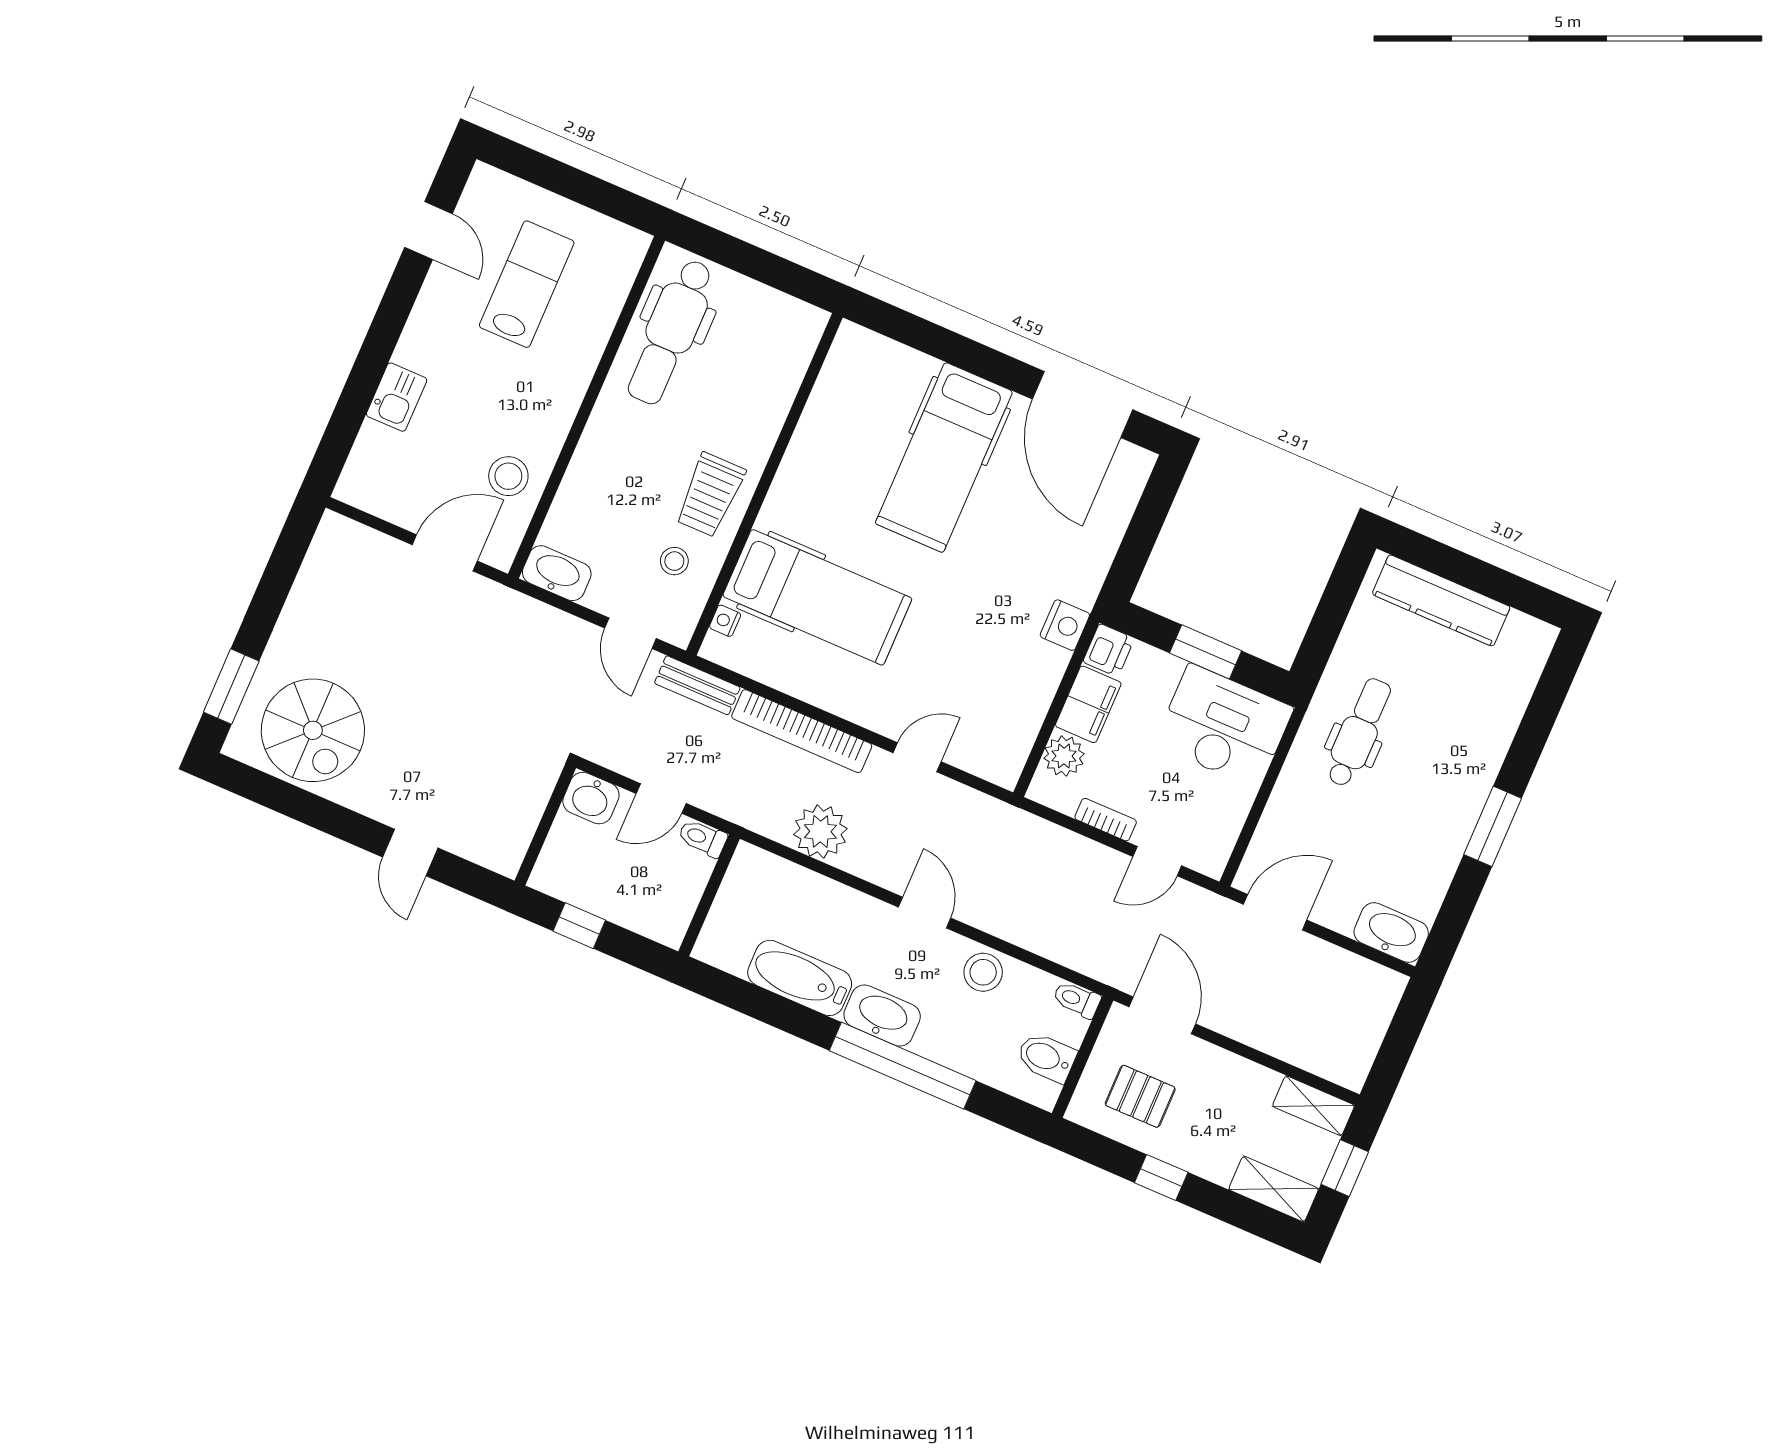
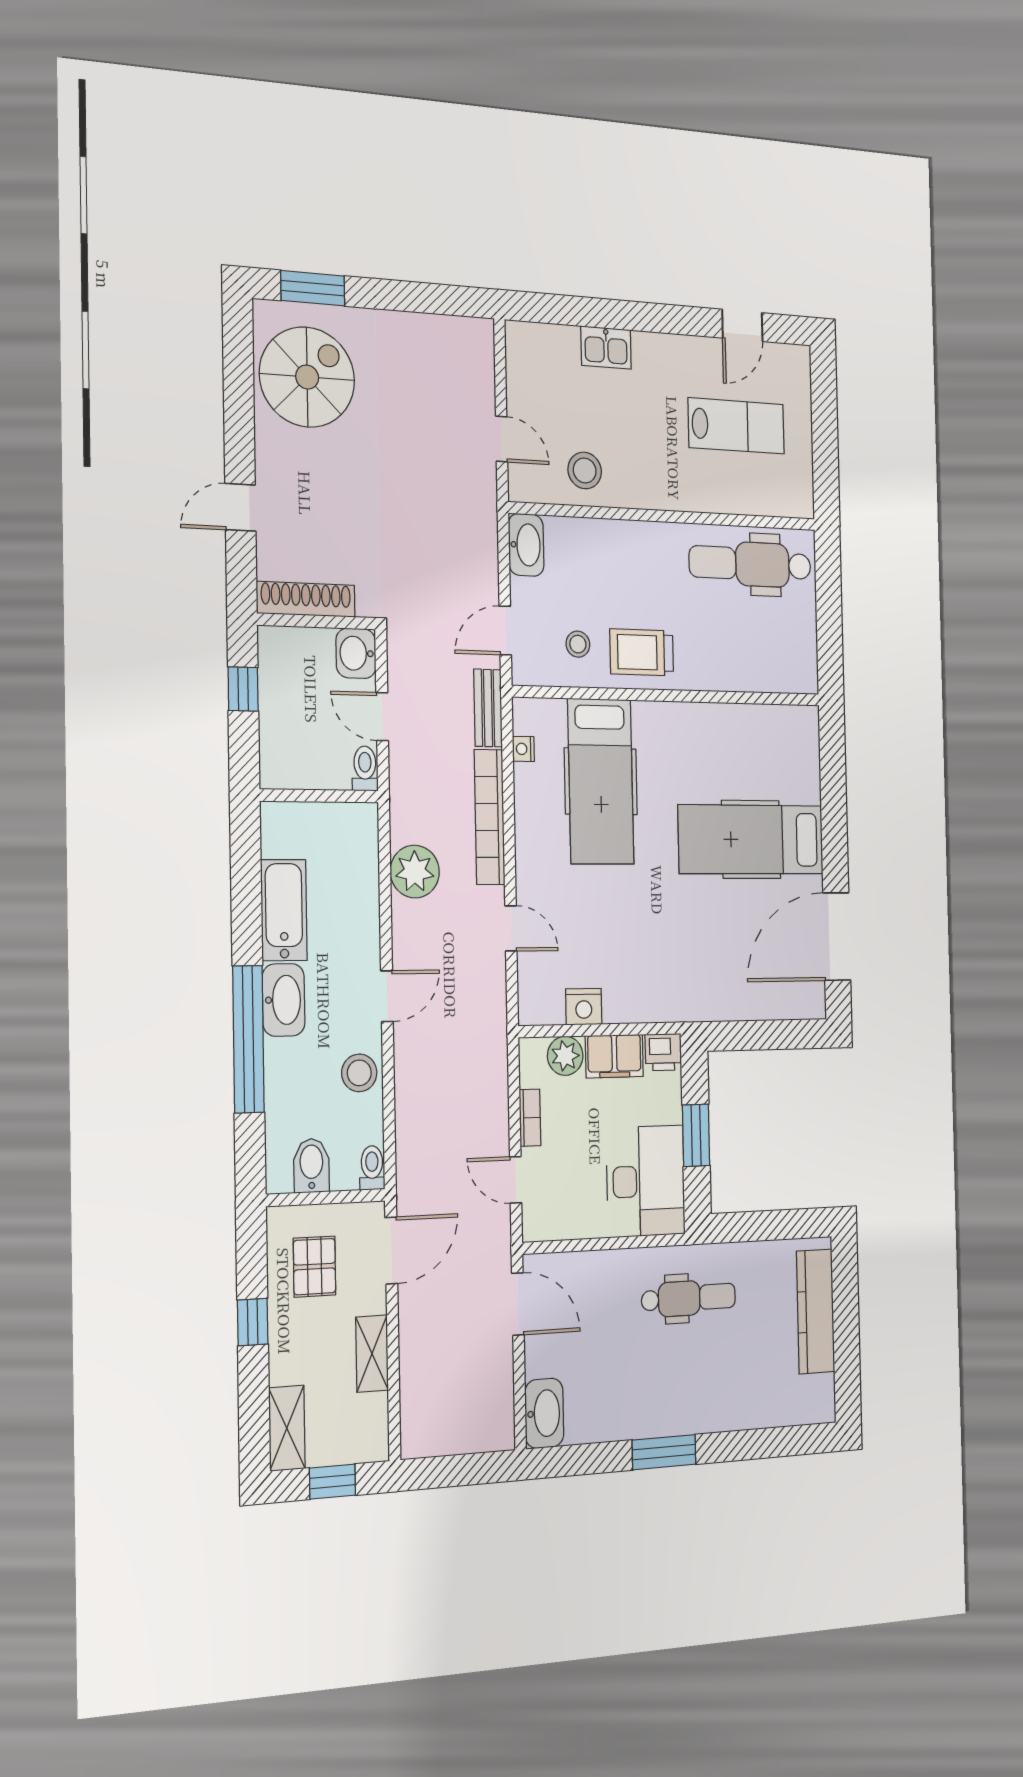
door: (445, 553) -> (502, 439), width x0.73
nightstand: (725, 621) -> (523, 749), moved, turned -90
nightstand: (1065, 625) -> (584, 1007), moved
spiral stairs: (313, 730) -> (307, 377), turned 180
shoe rack: (521, 826) -> (306, 599), added
shelving: (1314, 1106) -> (372, 1354), moved

